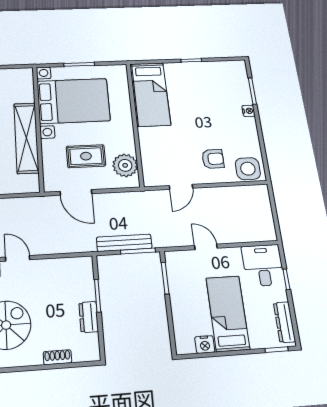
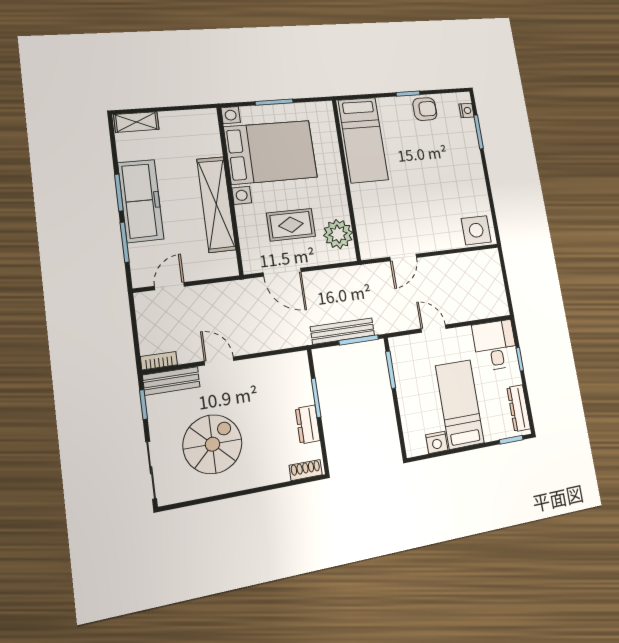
nightstand: (248, 111) -> (466, 111), moved
armchair: (213, 159) -> (425, 109), moved
shoe rack: (57, 357) -> (306, 470), moved

